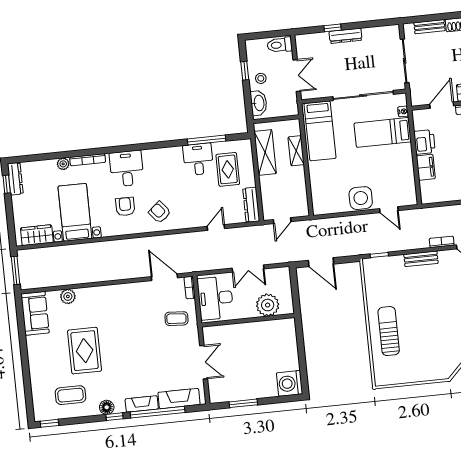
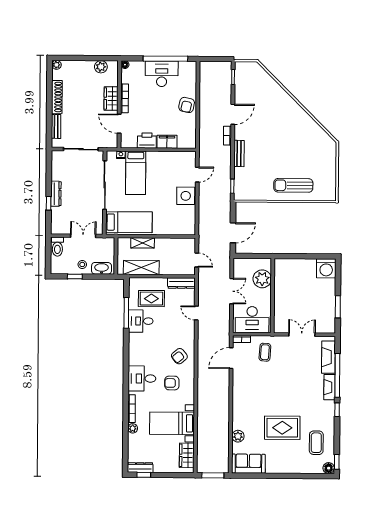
floor lamp: (107, 407) -> (329, 468), moved

